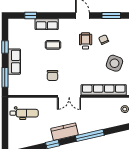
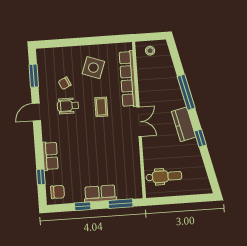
coffee table: (53, 45) -> (101, 107), moved
chair: (52, 75) -> (58, 192), moved
dental chair: (24, 113) -> (164, 177), turned 90

